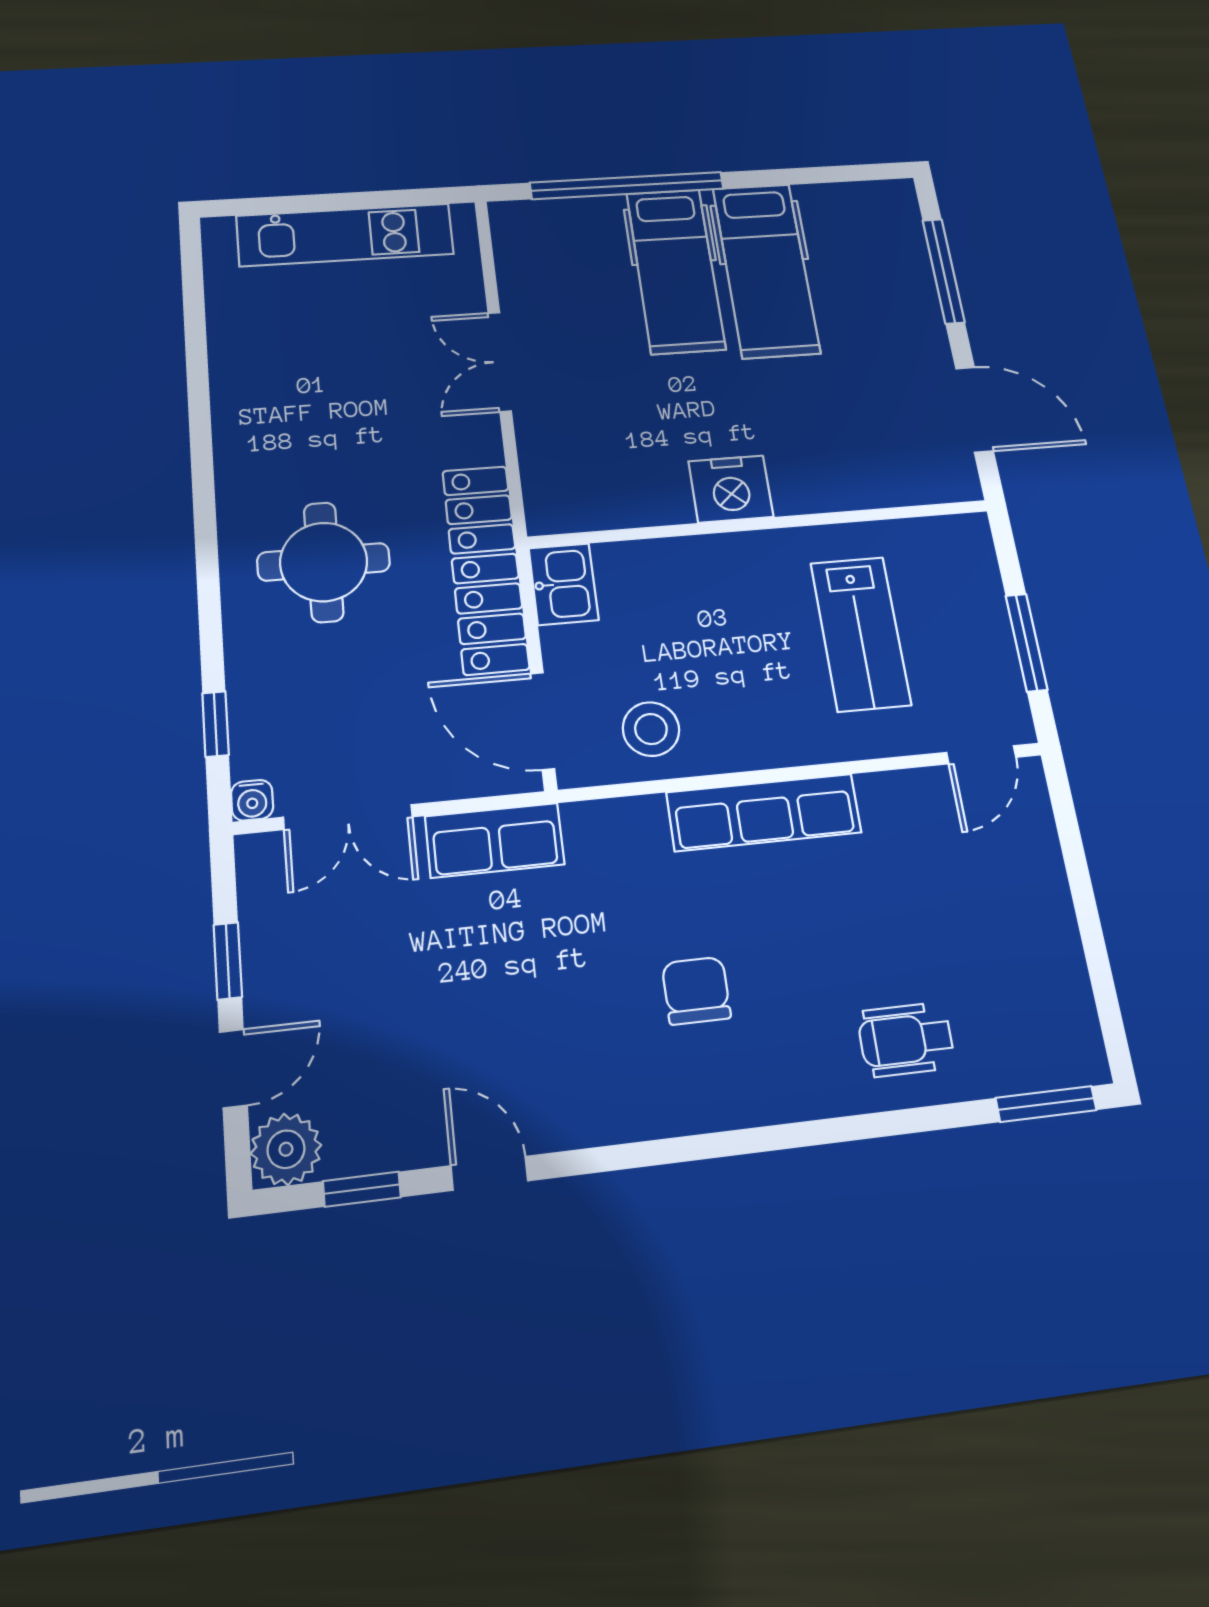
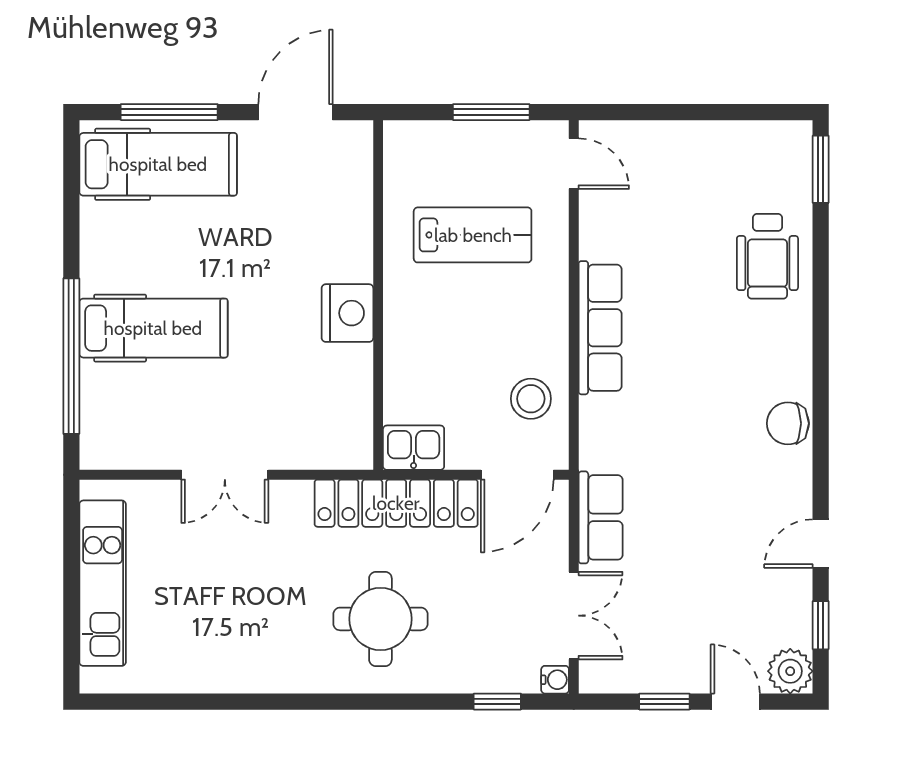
hospital bed: (766, 270) -> (158, 164), moved
chair: (696, 991) -> (788, 423), moved
wheelchair: (906, 1039) -> (767, 256), width x1.36, depth x1.37

